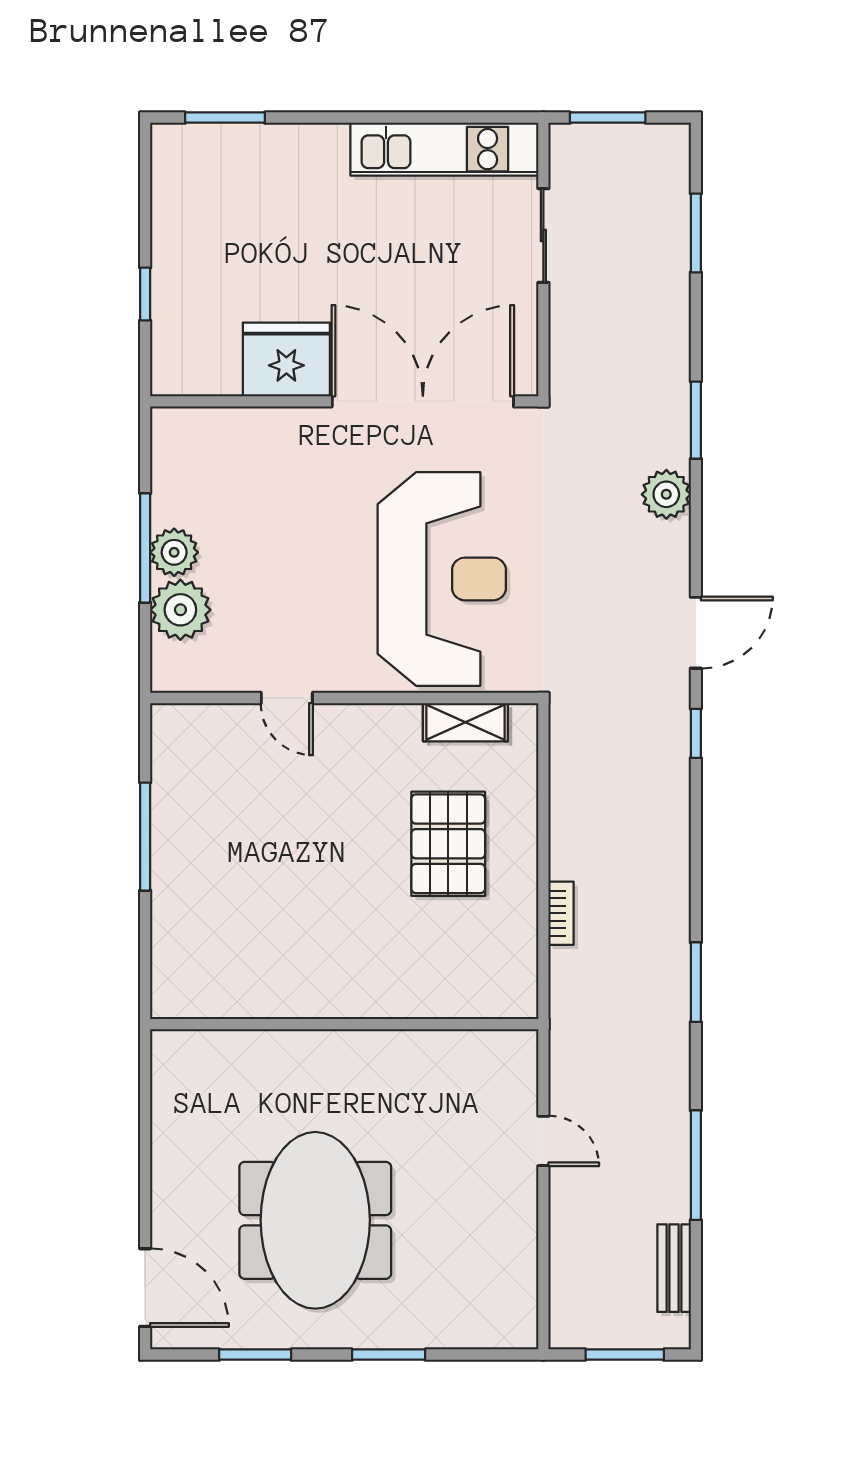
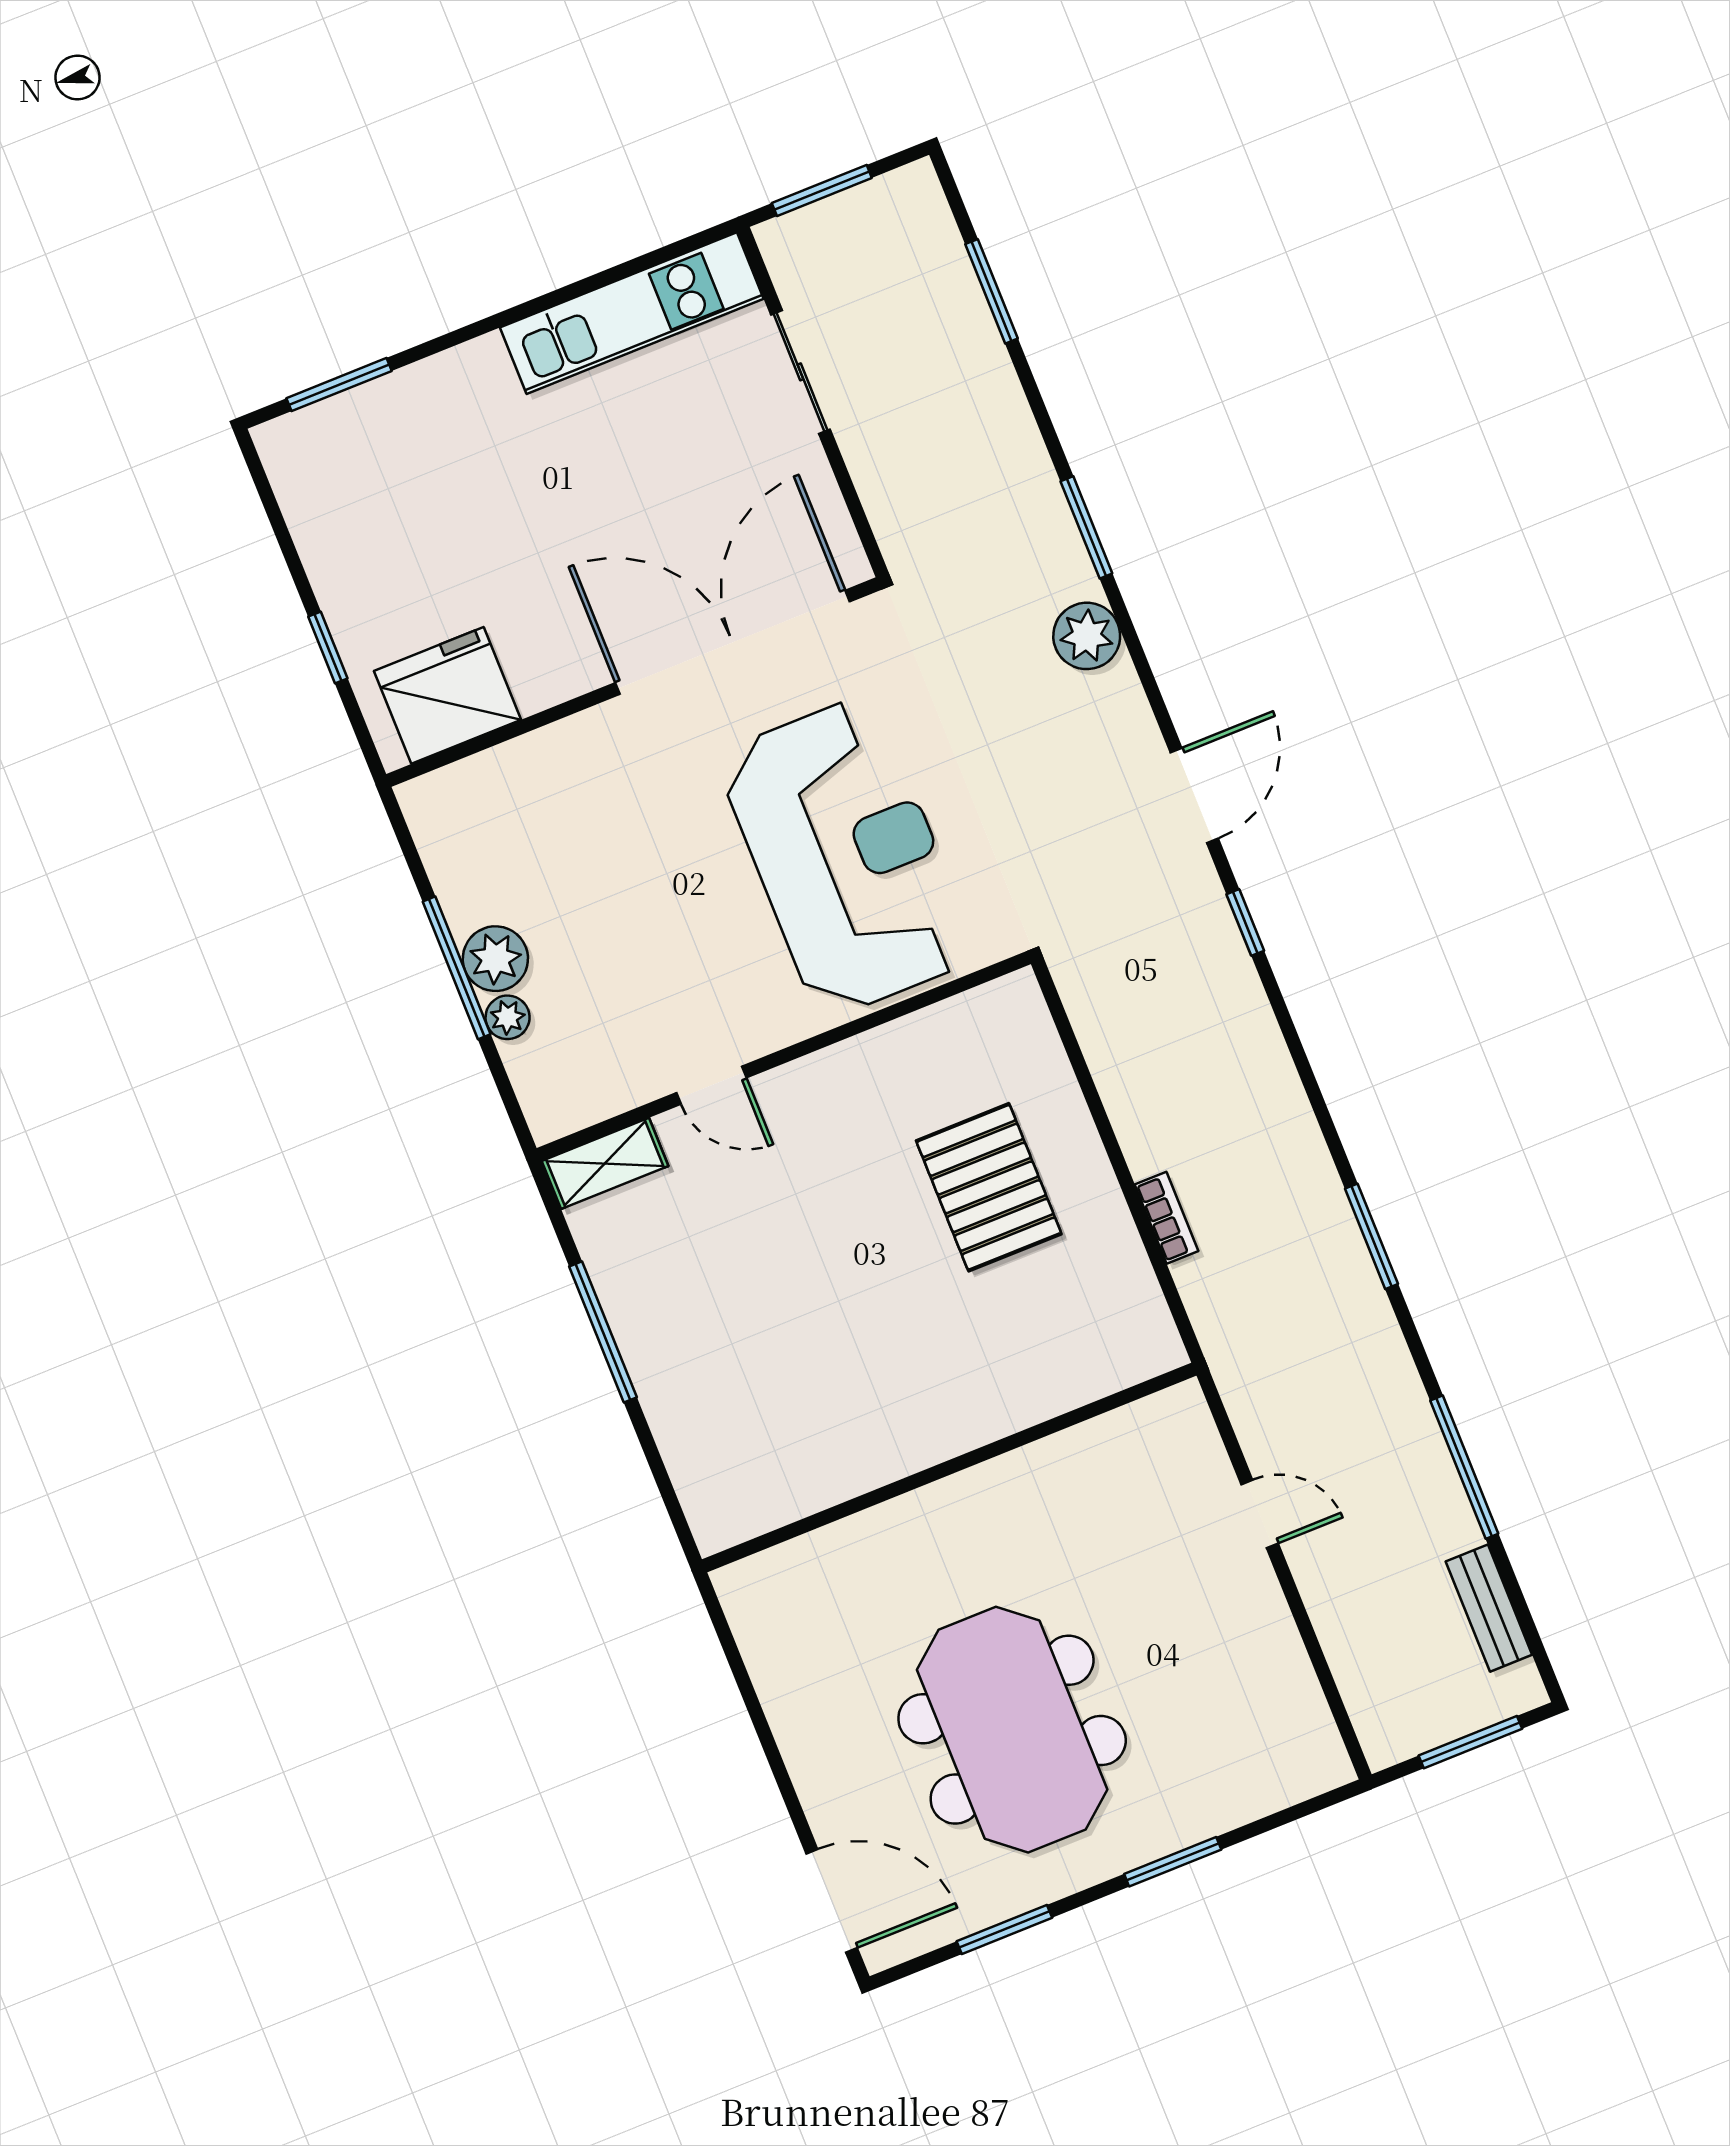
fridge: (286, 359) -> (448, 695), moved
plant: (180, 610) -> (508, 1017), width x0.53, depth x0.53
shelving: (465, 722) -> (605, 1163), moved

